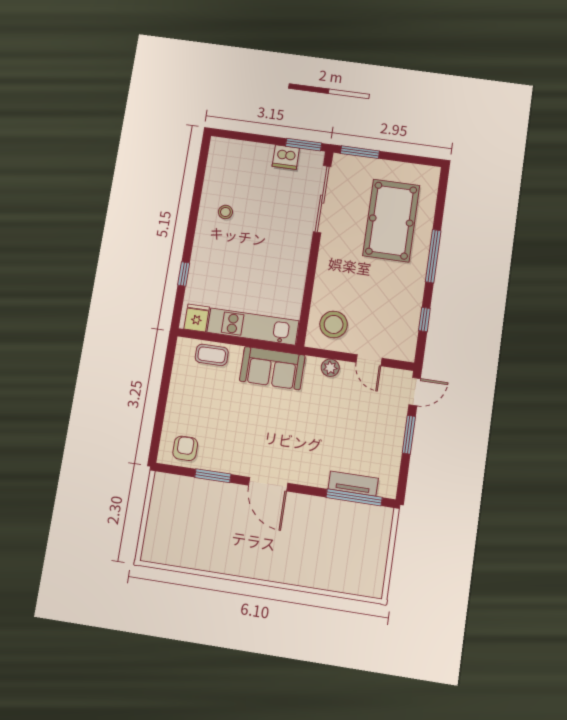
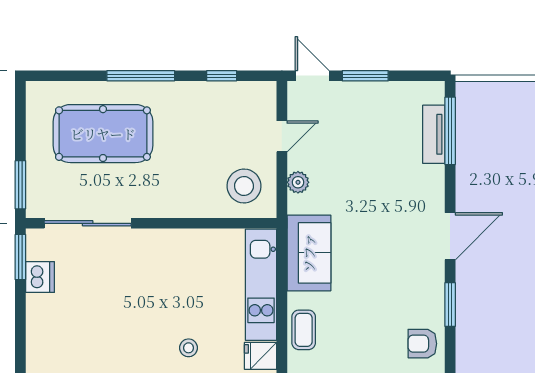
stool: (225, 212) -> (189, 348), moved

